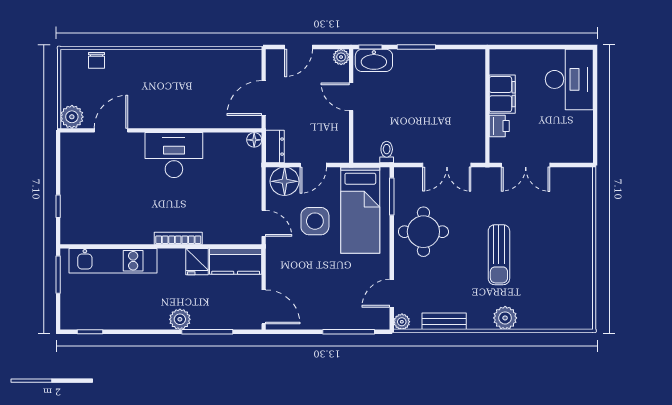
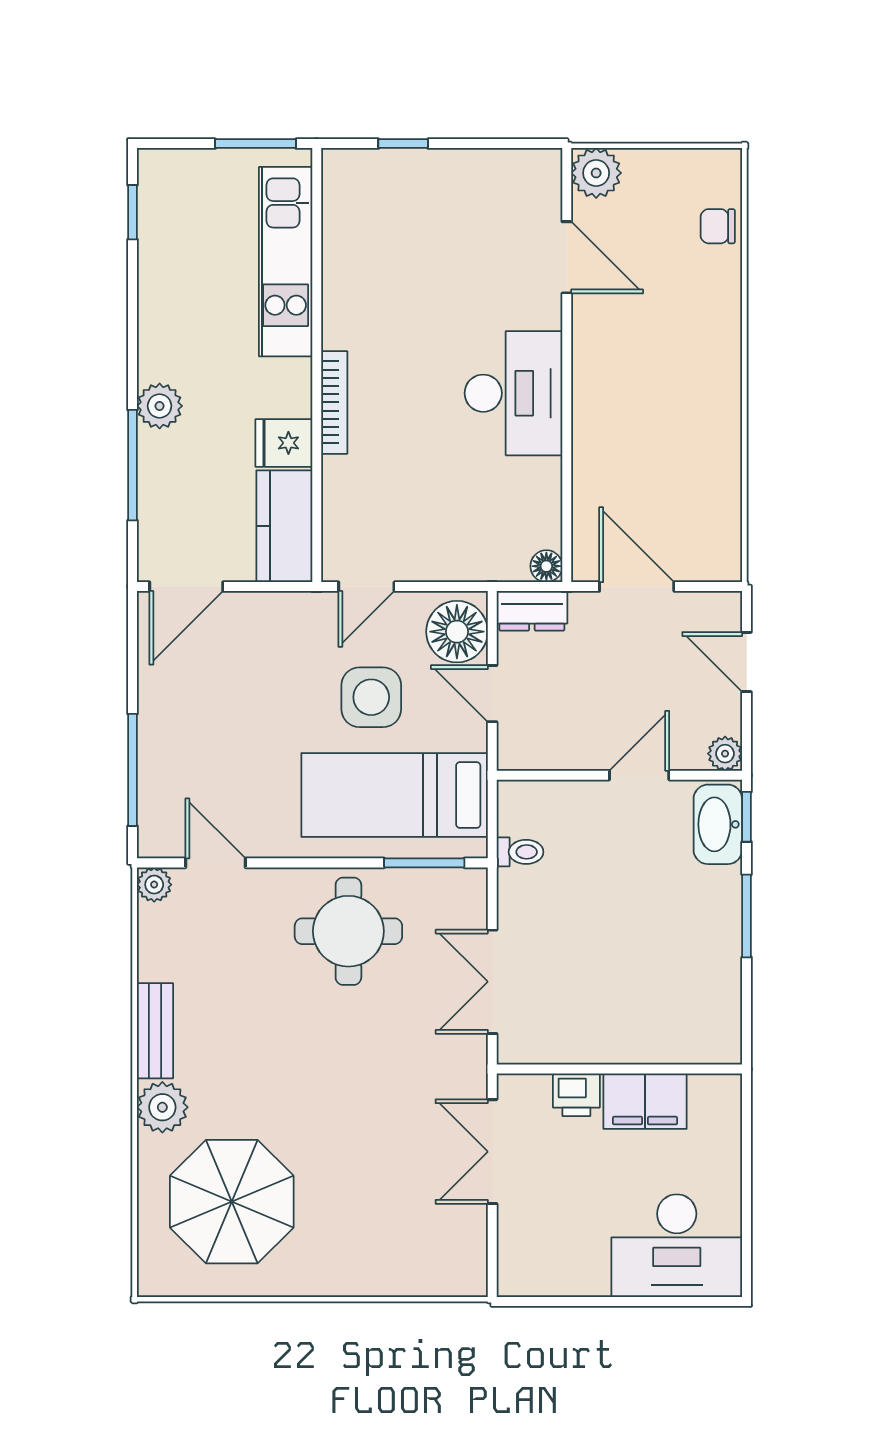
sun lounger: (499, 255) -> (299, 1094), removed
parasol: (549, 286) -> (232, 1202), added
bench: (444, 321) -> (155, 1031), moved

